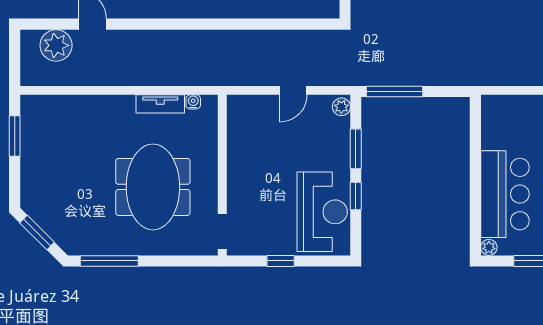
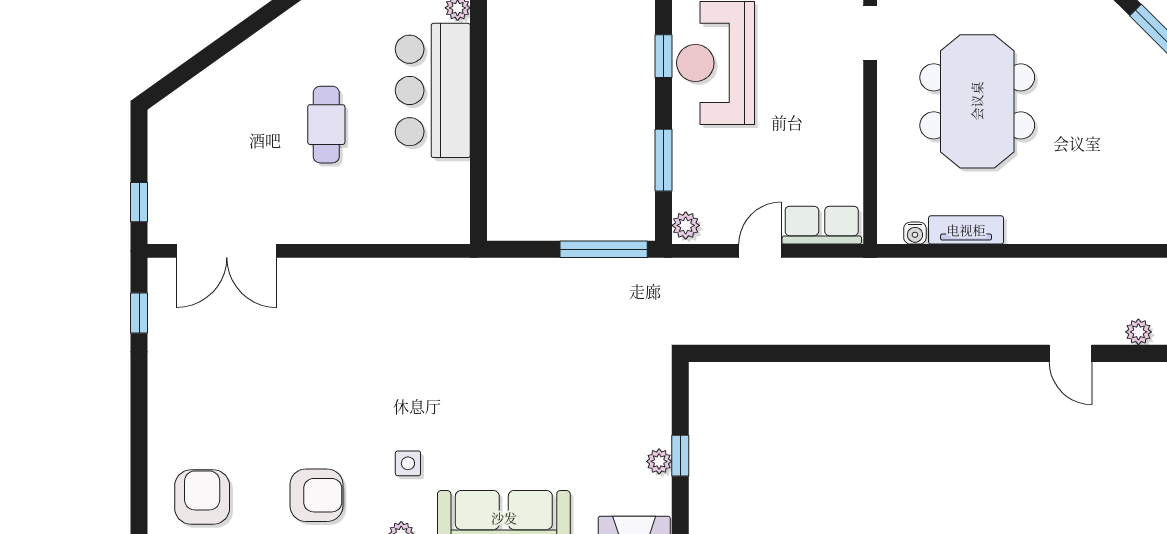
plant: (56, 45) -> (1138, 332), width x0.53, depth x0.53
row of seats: (253, 107) -> (822, 225), added
window: (356, 196) -> (663, 56), moved

